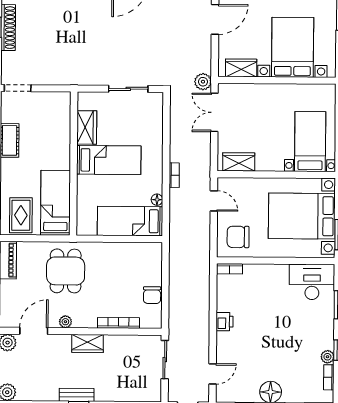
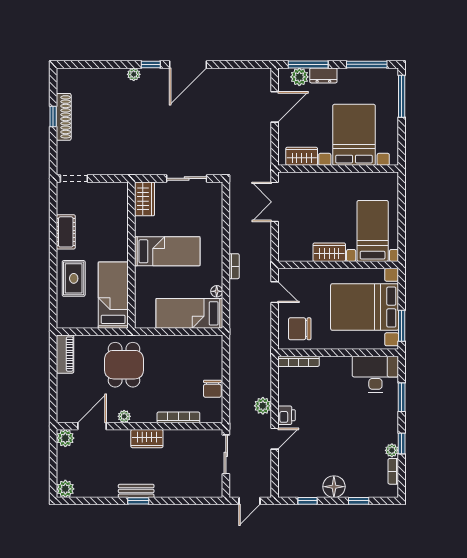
plant: (203, 82) -> (263, 406), moved
wardrobe: (87, 127) -> (145, 199), moved
wardrobe: (239, 162) -> (329, 252), moved
rug: (21, 215) -> (74, 278), moved
bookcase: (229, 269) -> (299, 361), width x1.56
door: (213, 374) -> (275, 439), moved

